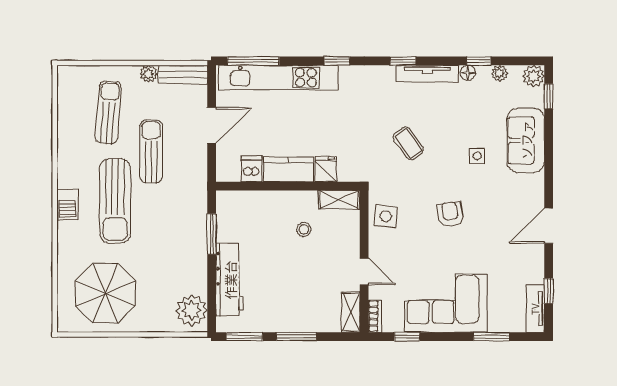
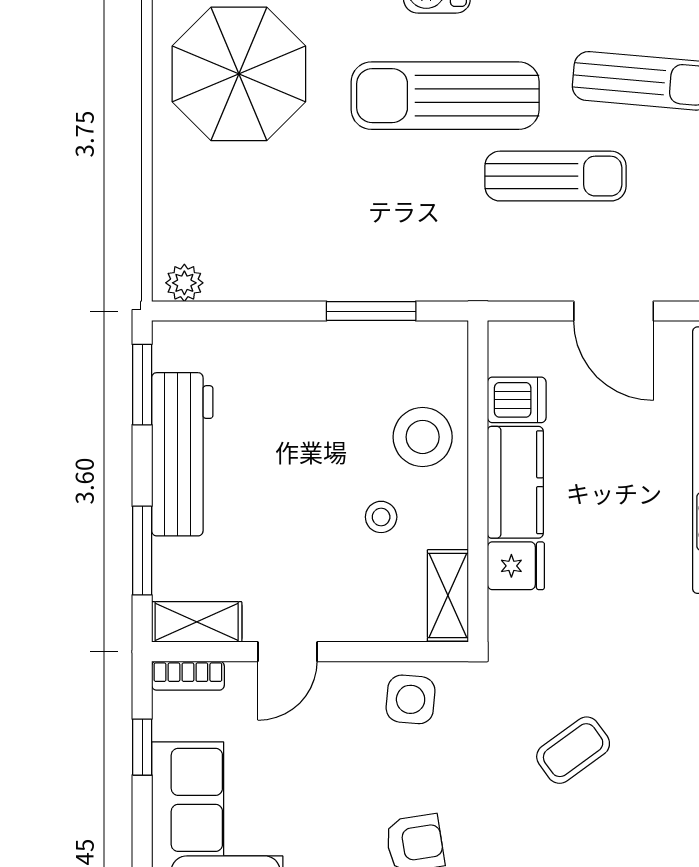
stool: (268, 211) -> (423, 437), added
workbench: (230, 280) -> (182, 454), moved, turned -90
plant: (192, 310) -> (184, 283), width x0.53, depth x0.53
window: (296, 337) -> (142, 551), moved

